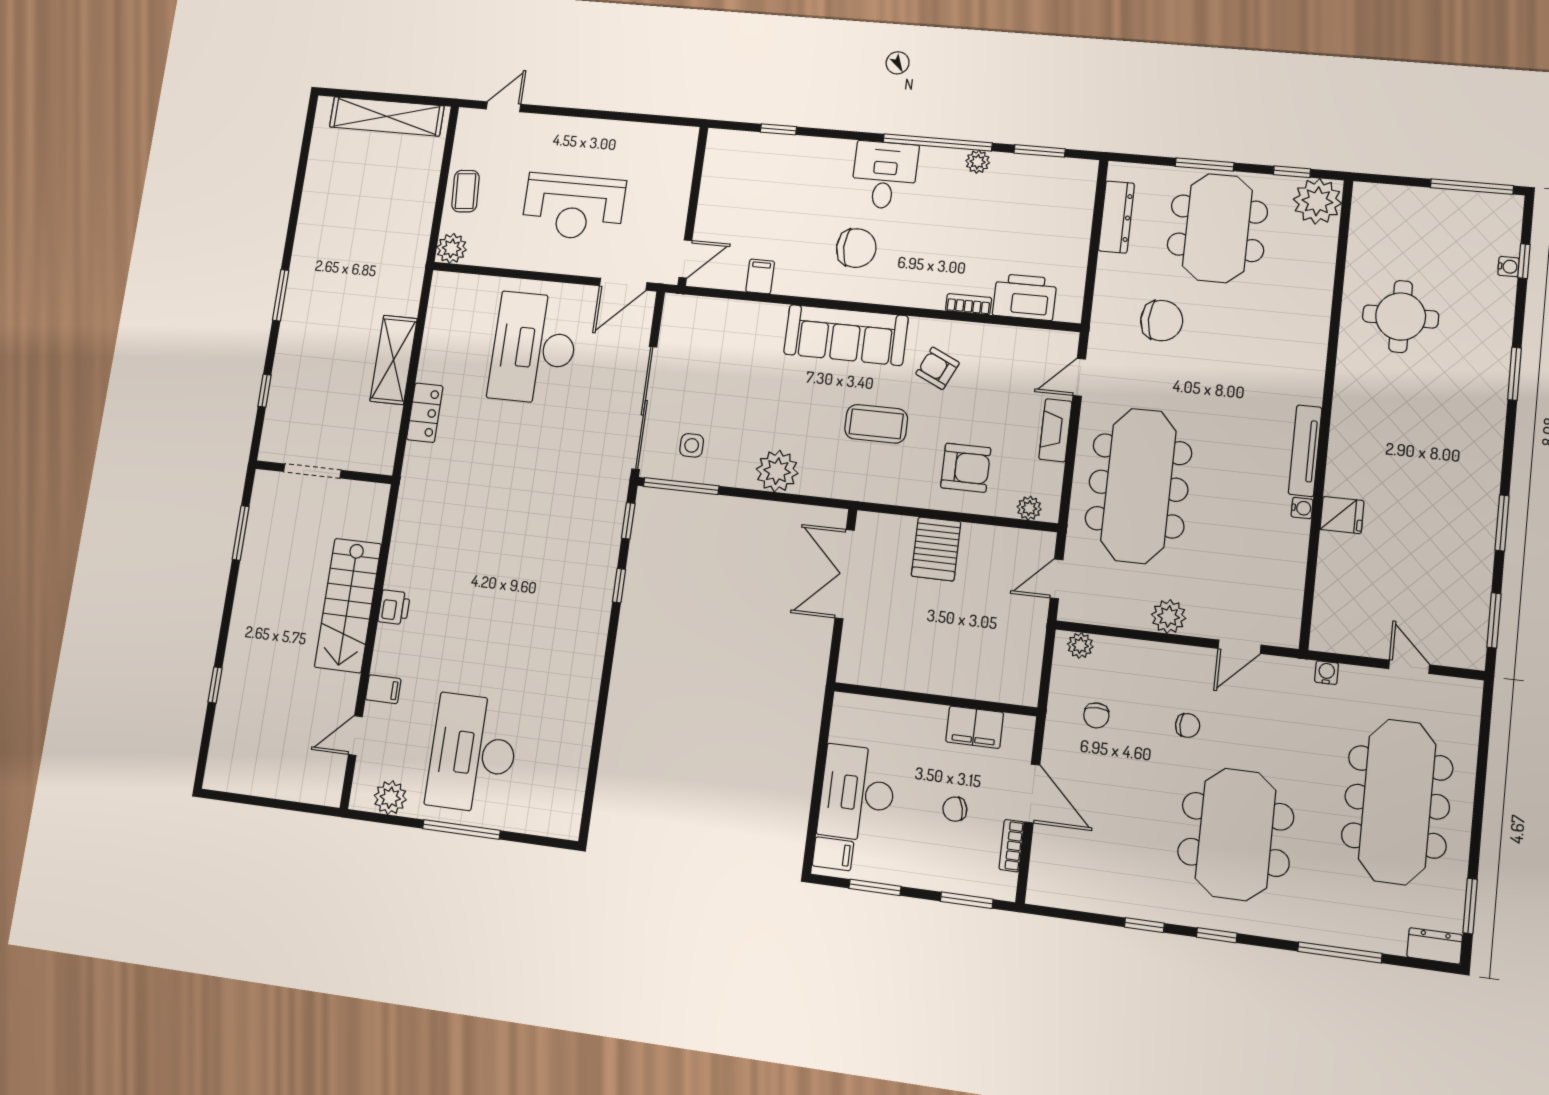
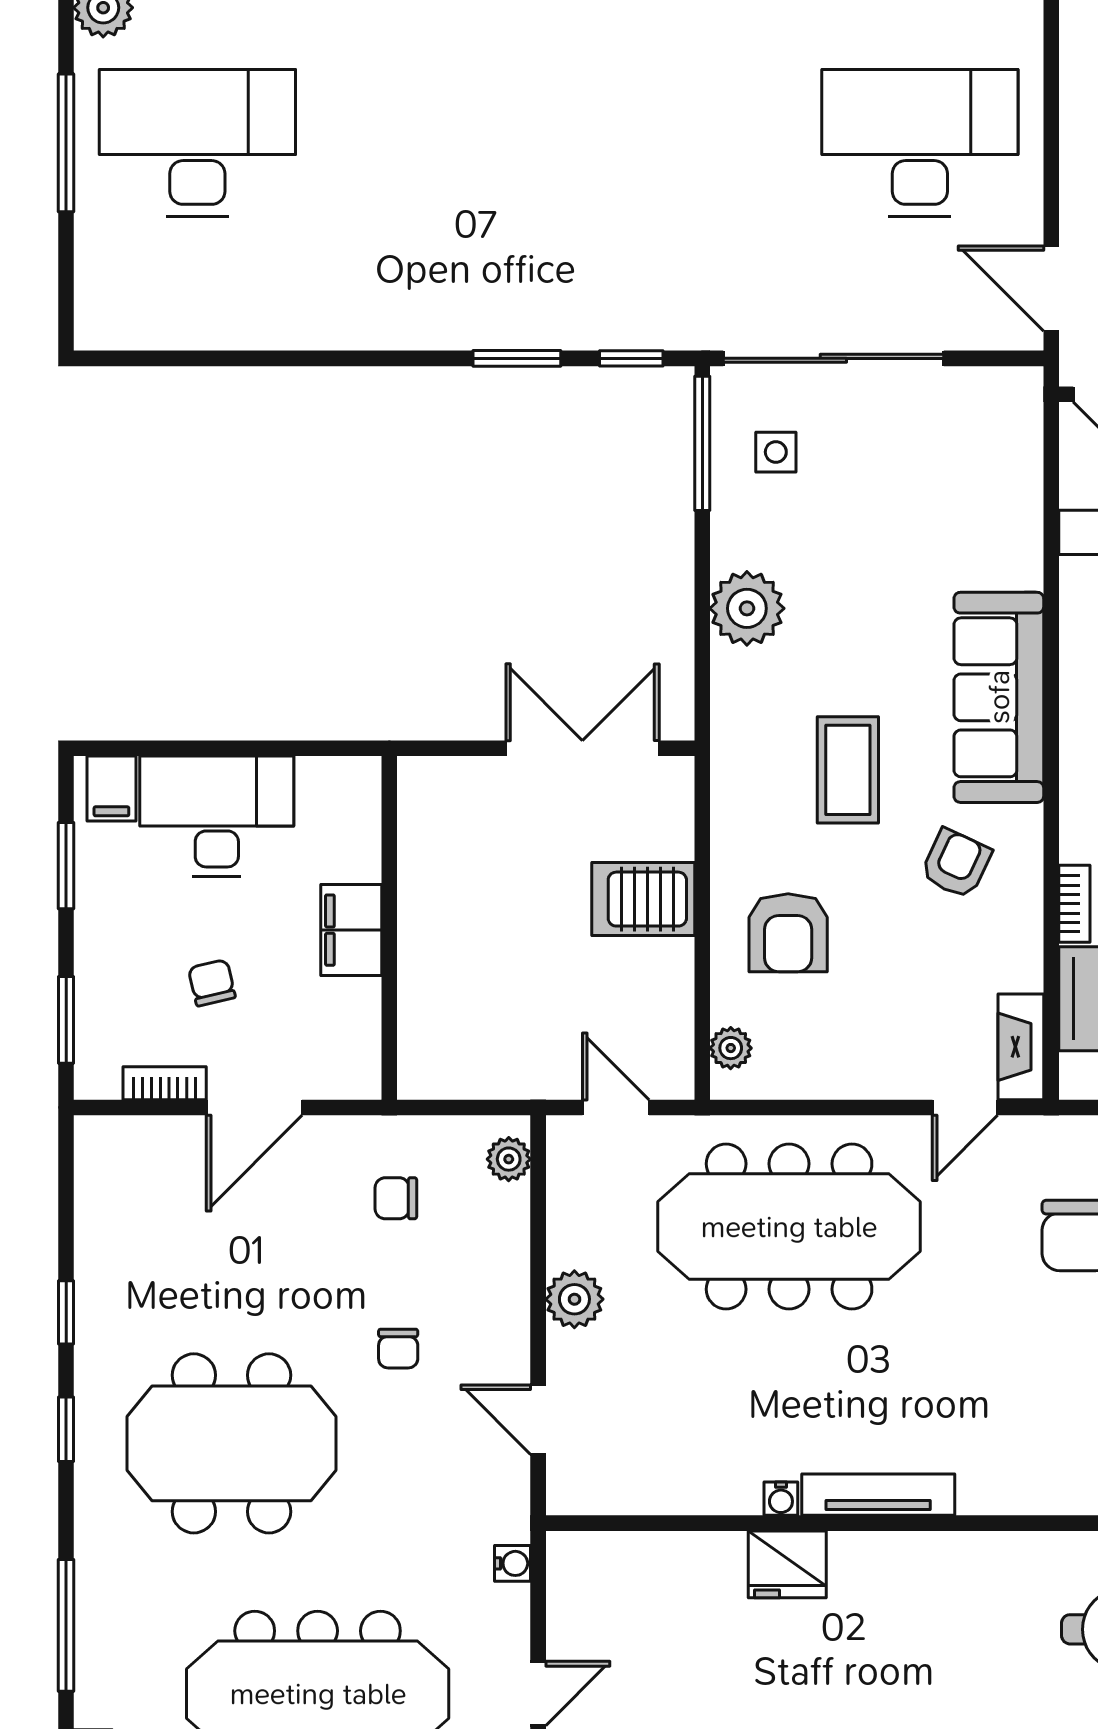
door: (1079, 377) -> (965, 1107), swing flipped
fireplace: (1055, 430) -> (1021, 1047), moved, turned -90
fridge: (1342, 515) -> (787, 1564), width x1.38
window: (619, 586) -> (517, 358), width x1.50
filing cabinet: (975, 727) -> (351, 930), moved

